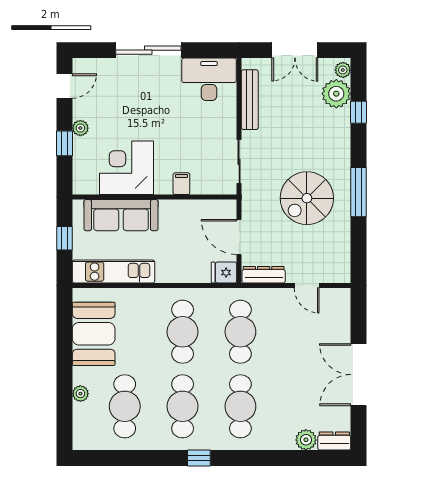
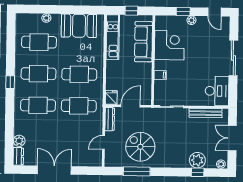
plant: (336, 94) -> (197, 160), moved
window: (358, 192) -> (137, 171), moved
spiral stairs: (307, 198) -> (140, 147), moved

